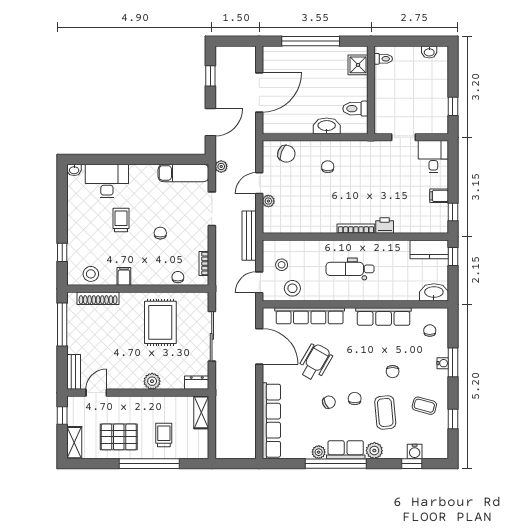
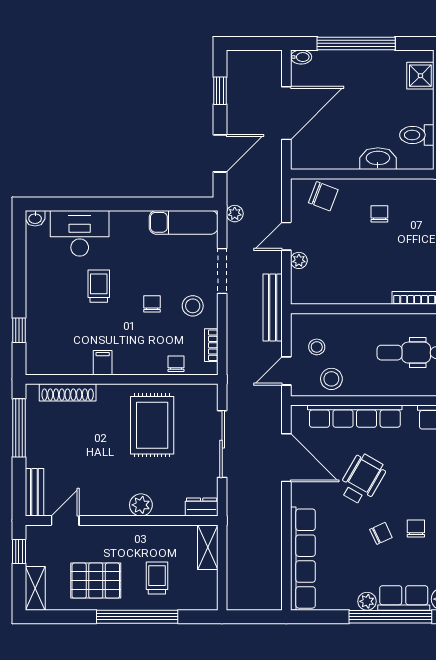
bidet: (270, 51) -> (301, 57), added
stool: (91, 274) -> (193, 306), moved

